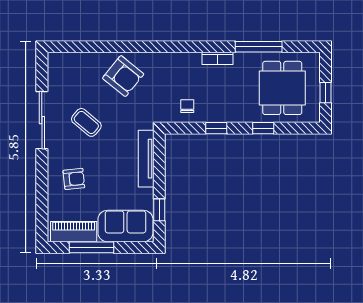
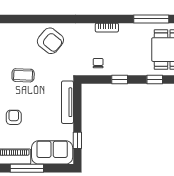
bookcase: (218, 58) -> (107, 28), moved
coffee table: (86, 122) -> (23, 75), turned -38
armchair: (74, 179) -> (14, 117), turned -84

